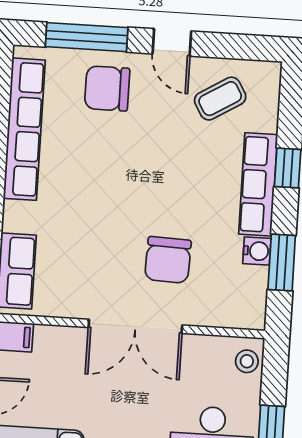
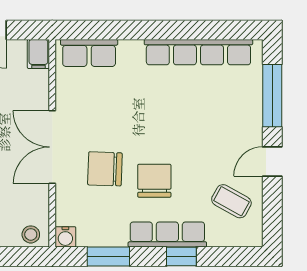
chair: (107, 88) -> (154, 181), moved
coffee table: (220, 99) -> (231, 201), turned -30
water cooler: (257, 251) -> (65, 237), moved

